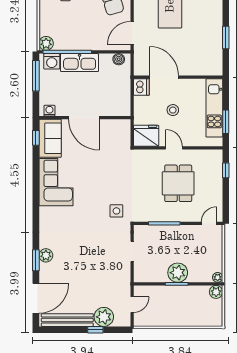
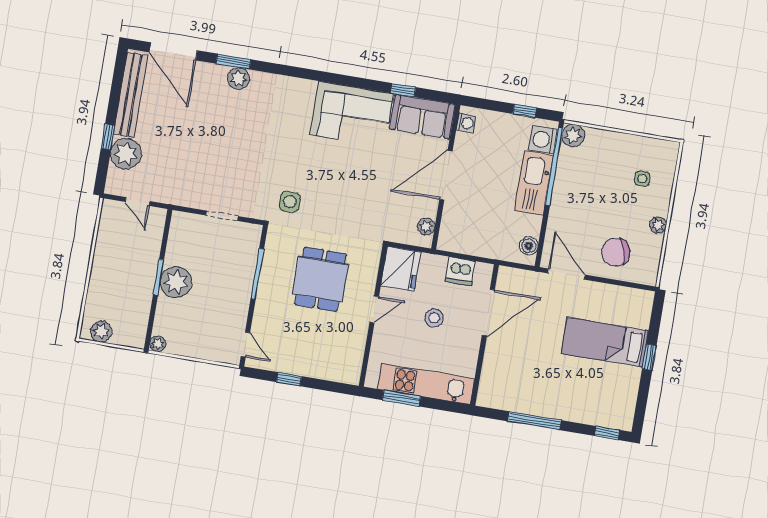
window: (226, 37) -> (535, 421), width x1.44
window: (36, 76) -> (525, 111), width x0.46
dishwasher: (141, 87) -> (460, 271), moved
plant: (117, 124) -> (426, 227), added
window: (36, 138) -> (403, 90), moved
window: (226, 170) -> (289, 379), moved
dining table: (178, 183) -> (321, 279), moved, turned 90
plant: (216, 292) -> (101, 332), moved

